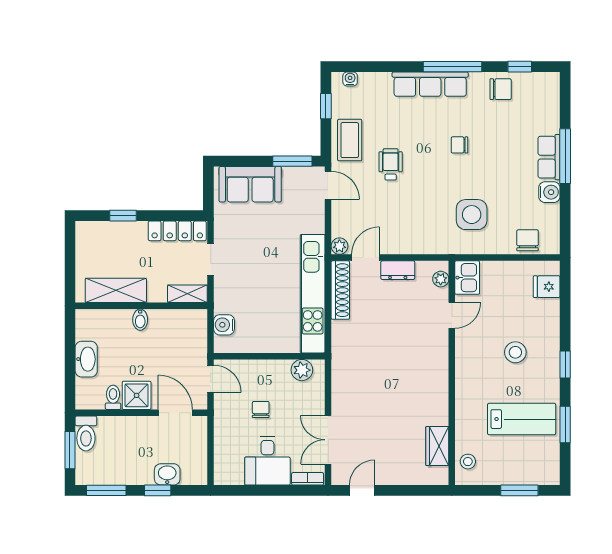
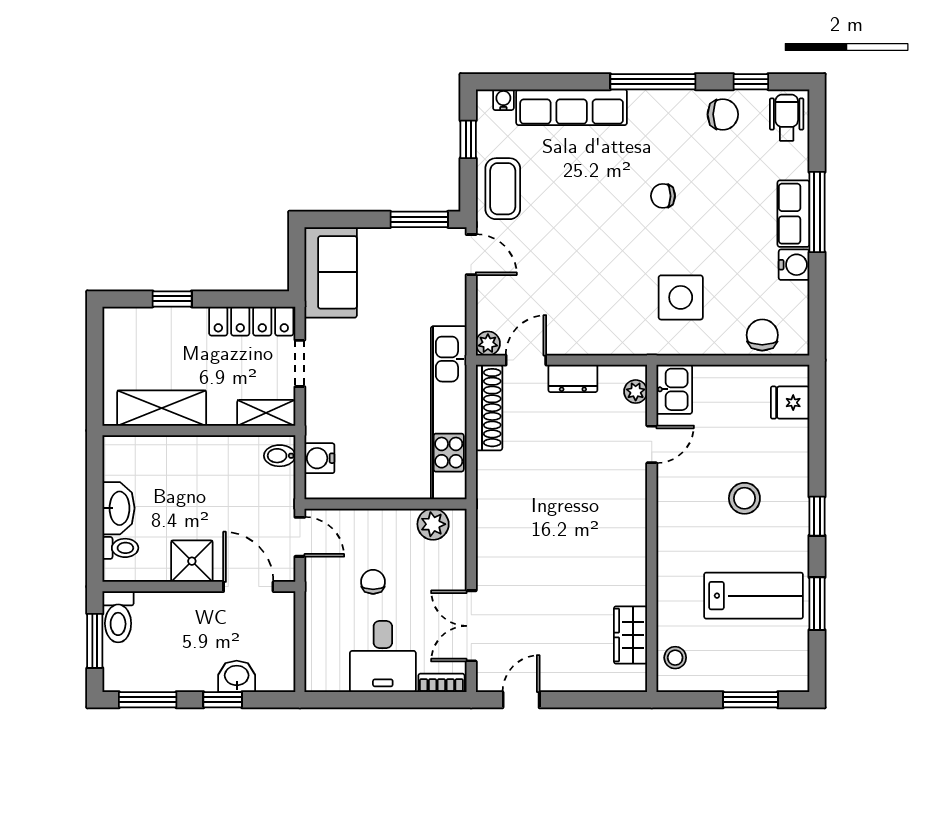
row of seats: (430, 84) -> (572, 107), moved
wheelchair: (391, 164) -> (787, 118), moved
sofa: (250, 184) -> (331, 272), moved, turned -90
bidet: (140, 320) -> (280, 456), moved, turned 90
toilet: (113, 397) -> (120, 548), moved, turned 90

